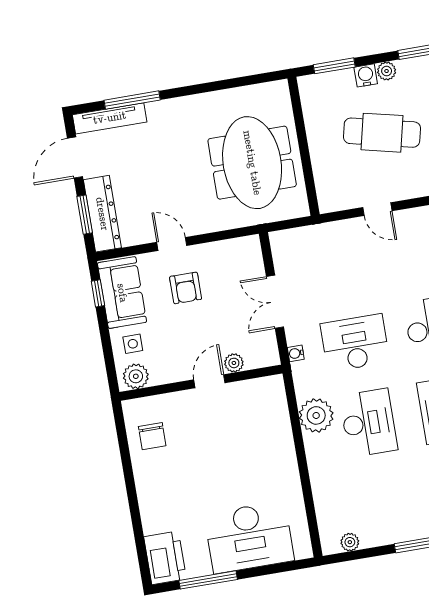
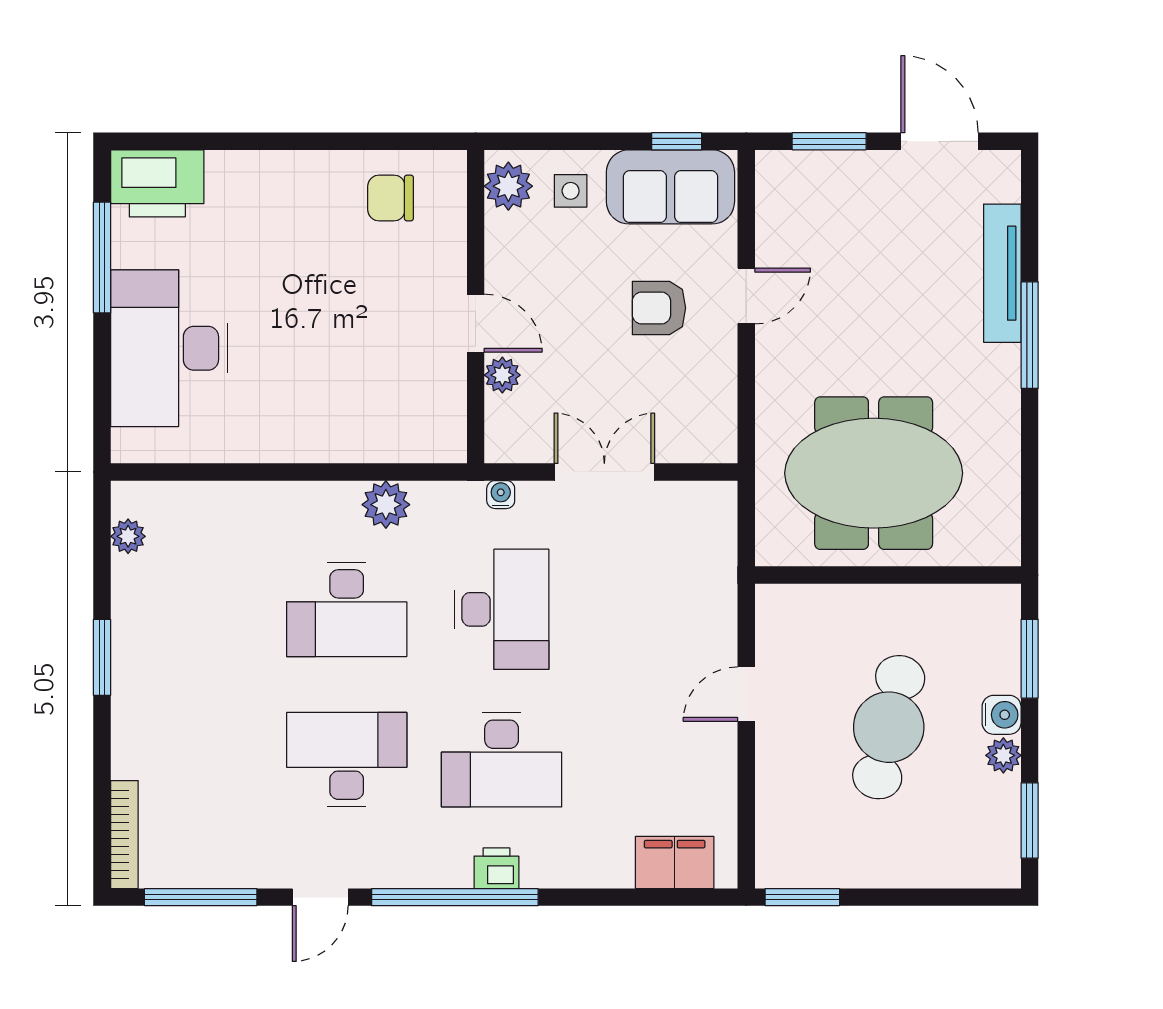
window: (132, 100) -> (1030, 335), moved
tv unit: (110, 118) -> (1002, 273), moved
dresser: (102, 214) -> (825, 175), removed
plant: (316, 415) -> (386, 505), width x0.73, depth x0.73

